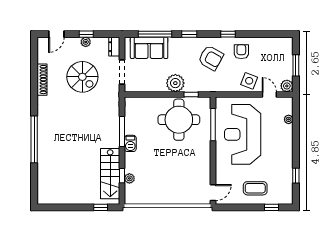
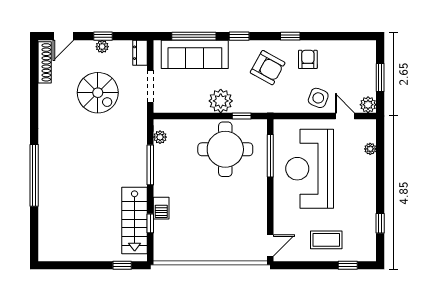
sofa: (149, 48) -> (195, 54), width x1.36
shoe rack: (42, 80) -> (45, 62), moved
barbecue: (130, 143) -> (161, 208), moved
plant: (129, 178) -> (160, 137), moved

